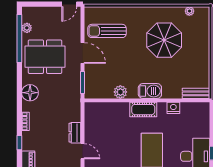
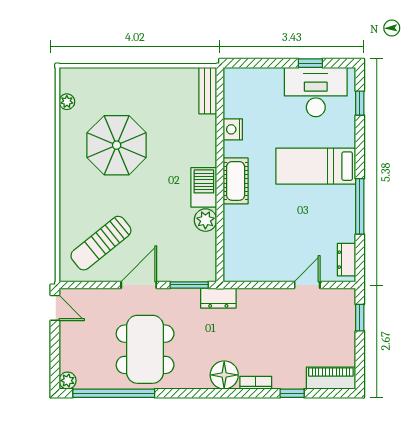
plant: (27, 28) -> (68, 381), moved
sun lounger: (107, 31) -> (101, 243), turned 51
barbecue: (150, 91) -> (204, 187), moved
floor lamp: (30, 93) -> (224, 375), moved
dresser: (75, 133) -> (218, 298), moved

